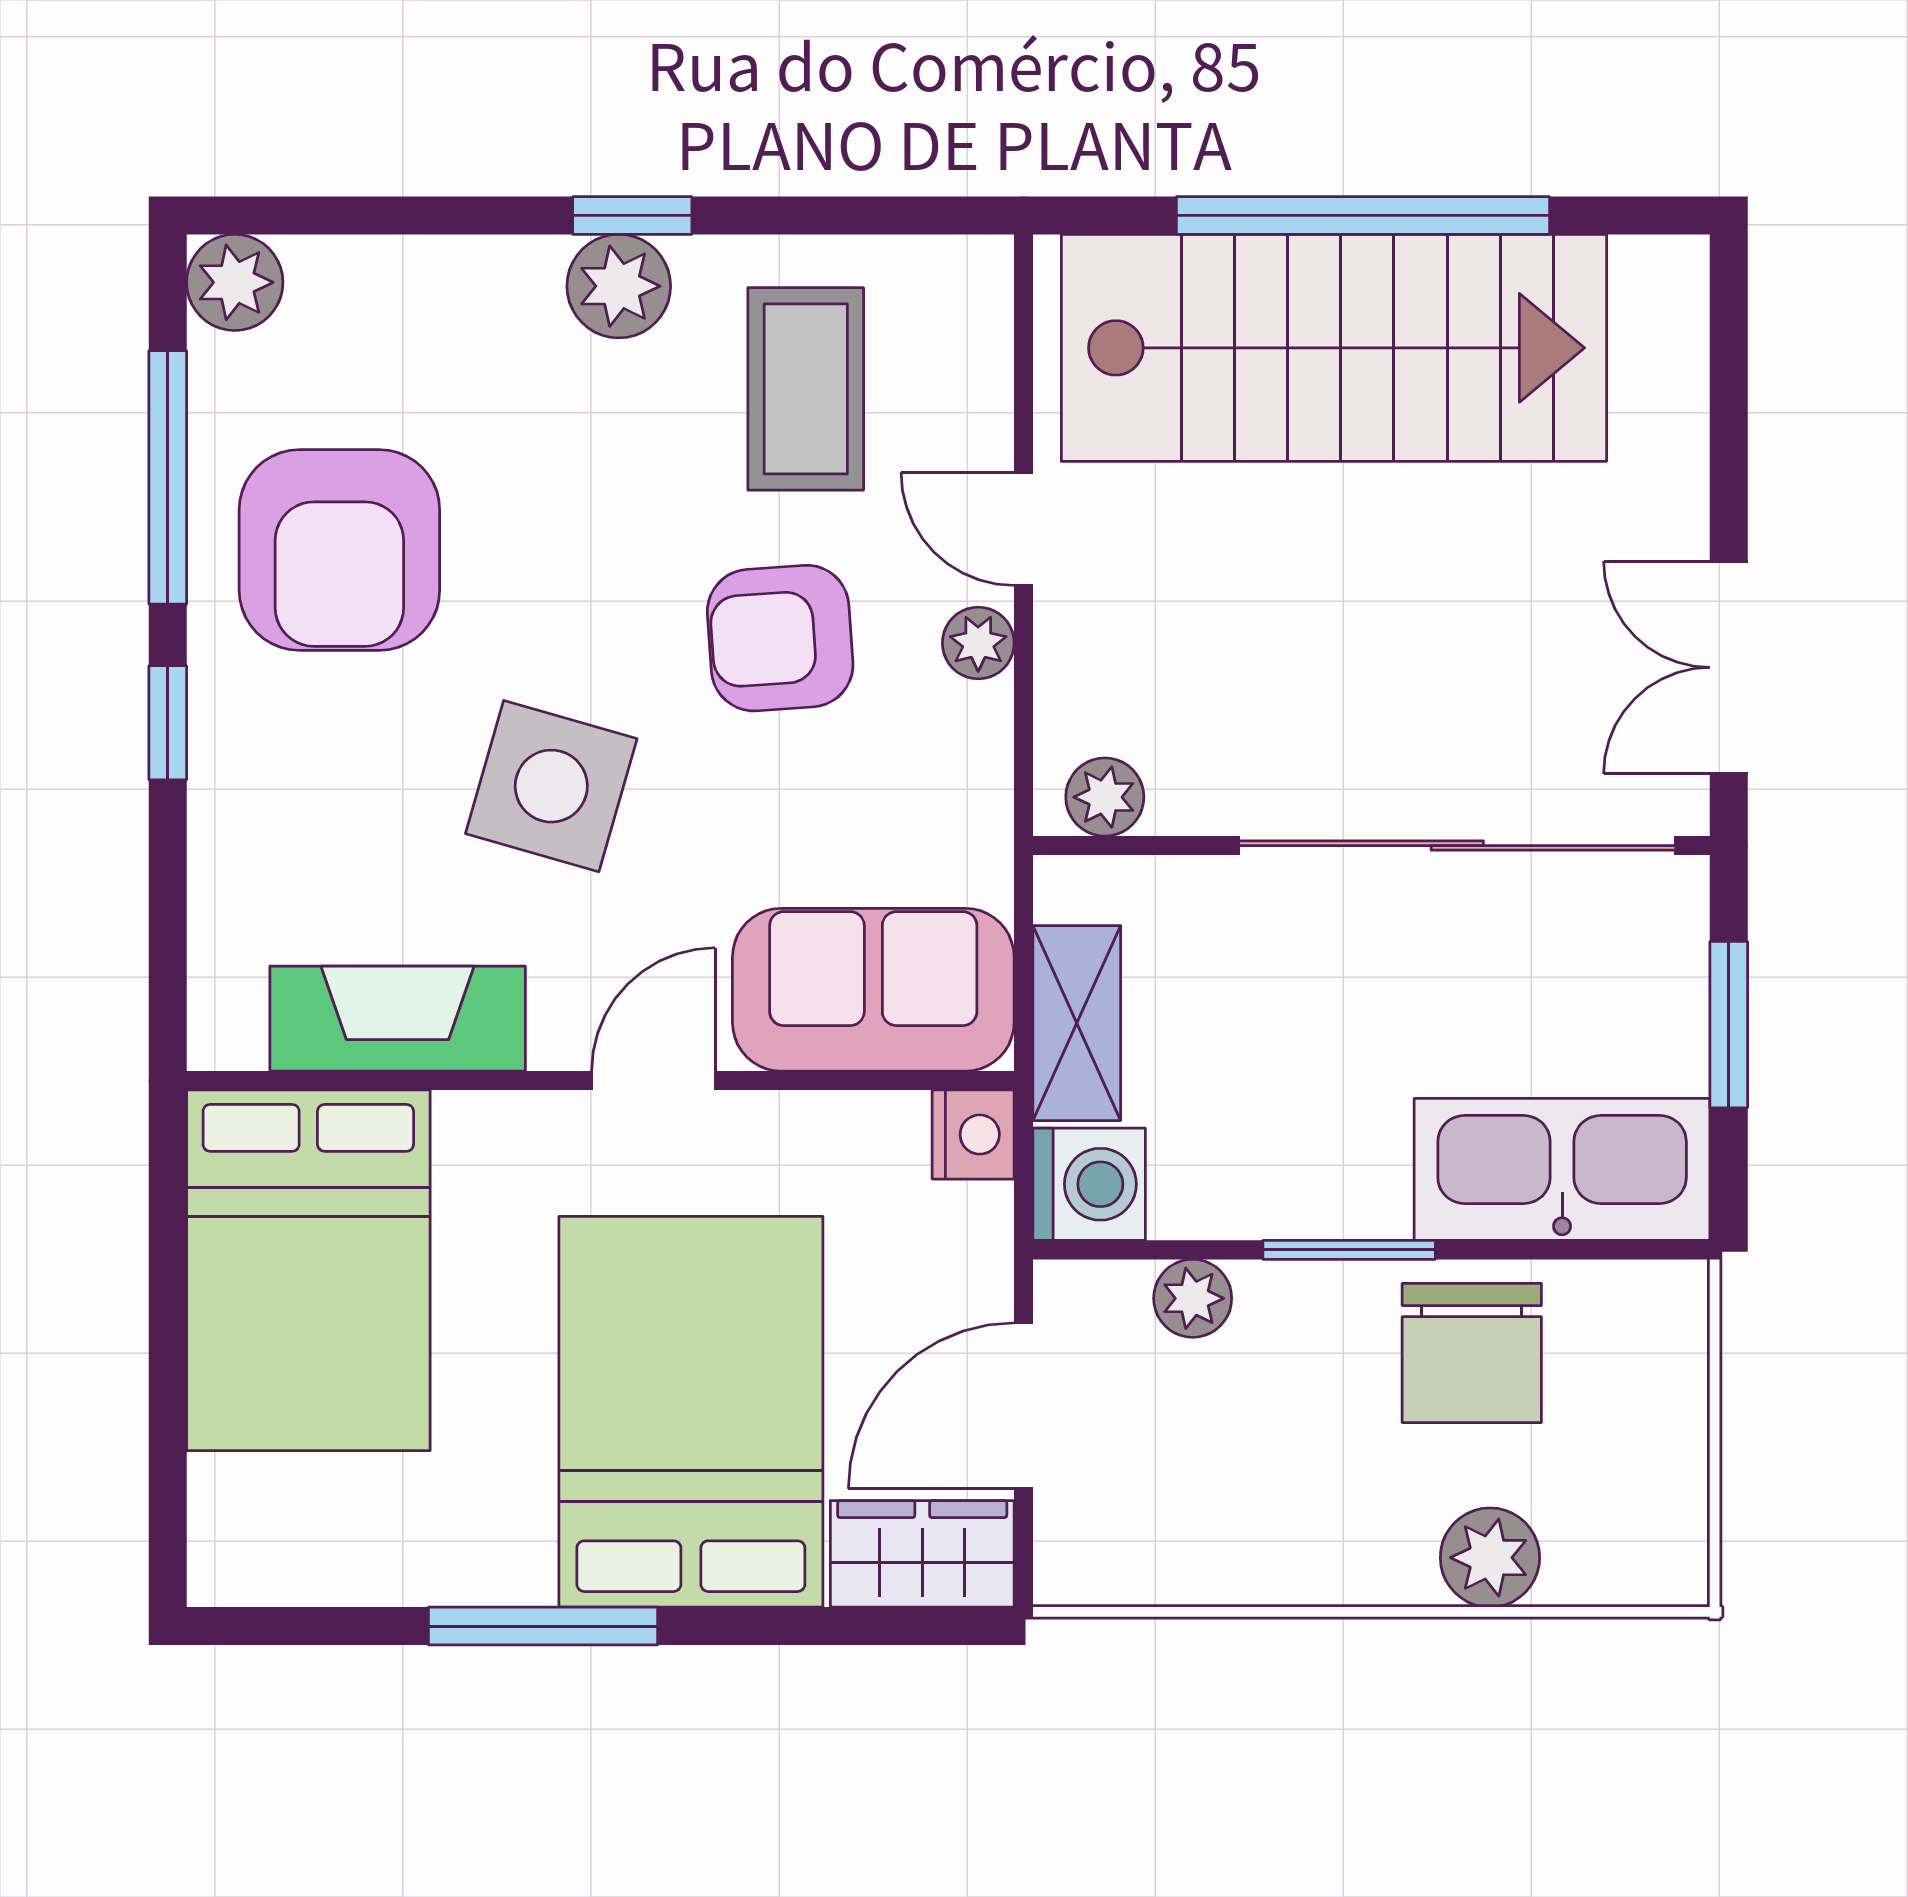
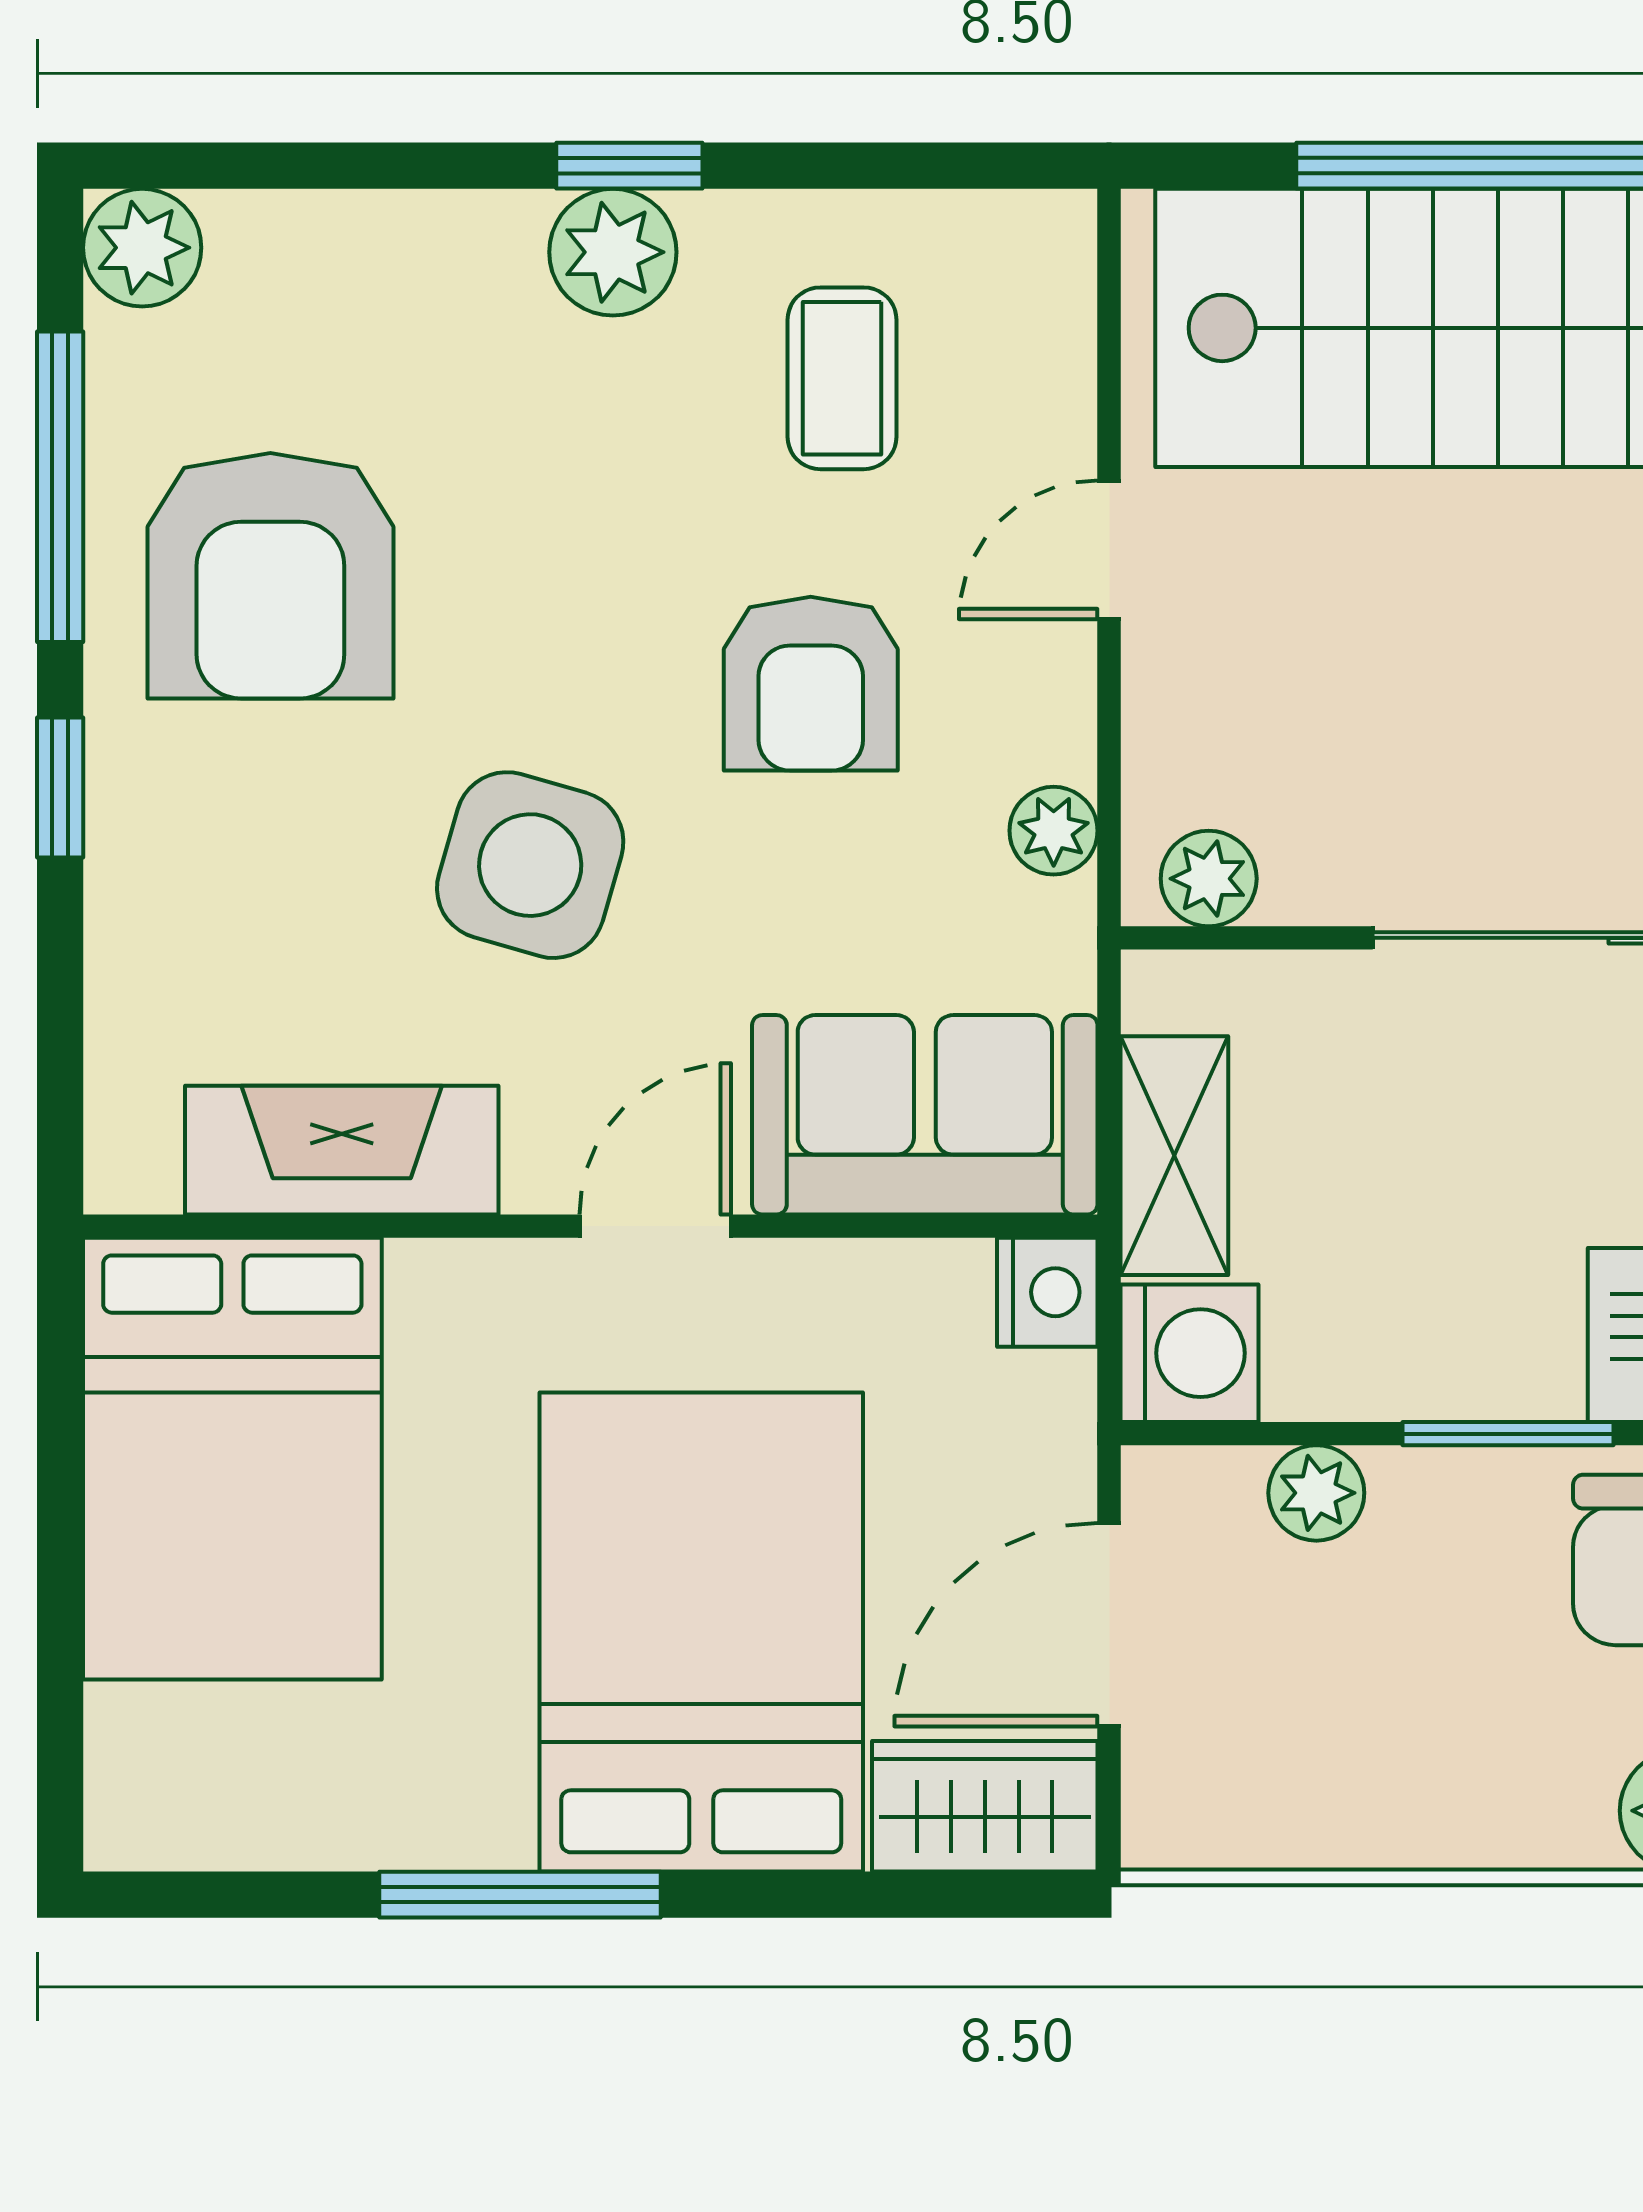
coffee table: (806, 389) -> (842, 378), width x0.73, depth x0.77
door: (1024, 529) -> (1109, 550), hinge flipped
armchair: (780, 638) -> (811, 684), turned -86
plant: (978, 643) -> (1054, 831), moved

